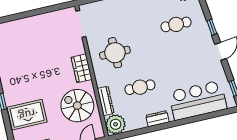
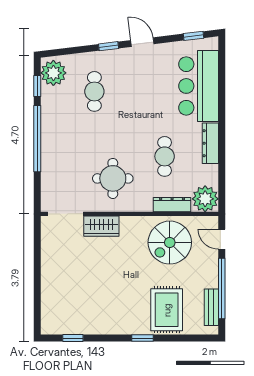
wardrobe: (82, 68) -> (101, 226), moved
dresser: (157, 119) -> (210, 143), width x1.44

